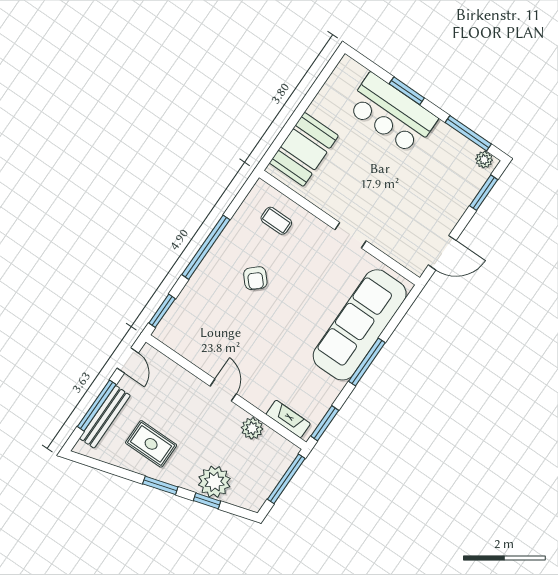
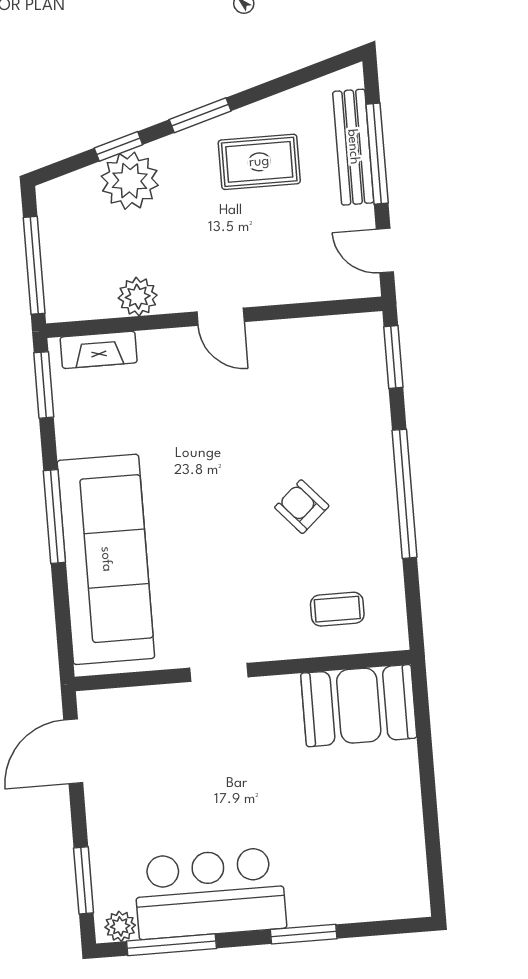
bar counter: (392, 114) -> (210, 893), moved
booth: (304, 149) -> (359, 706), moved, turned 90

